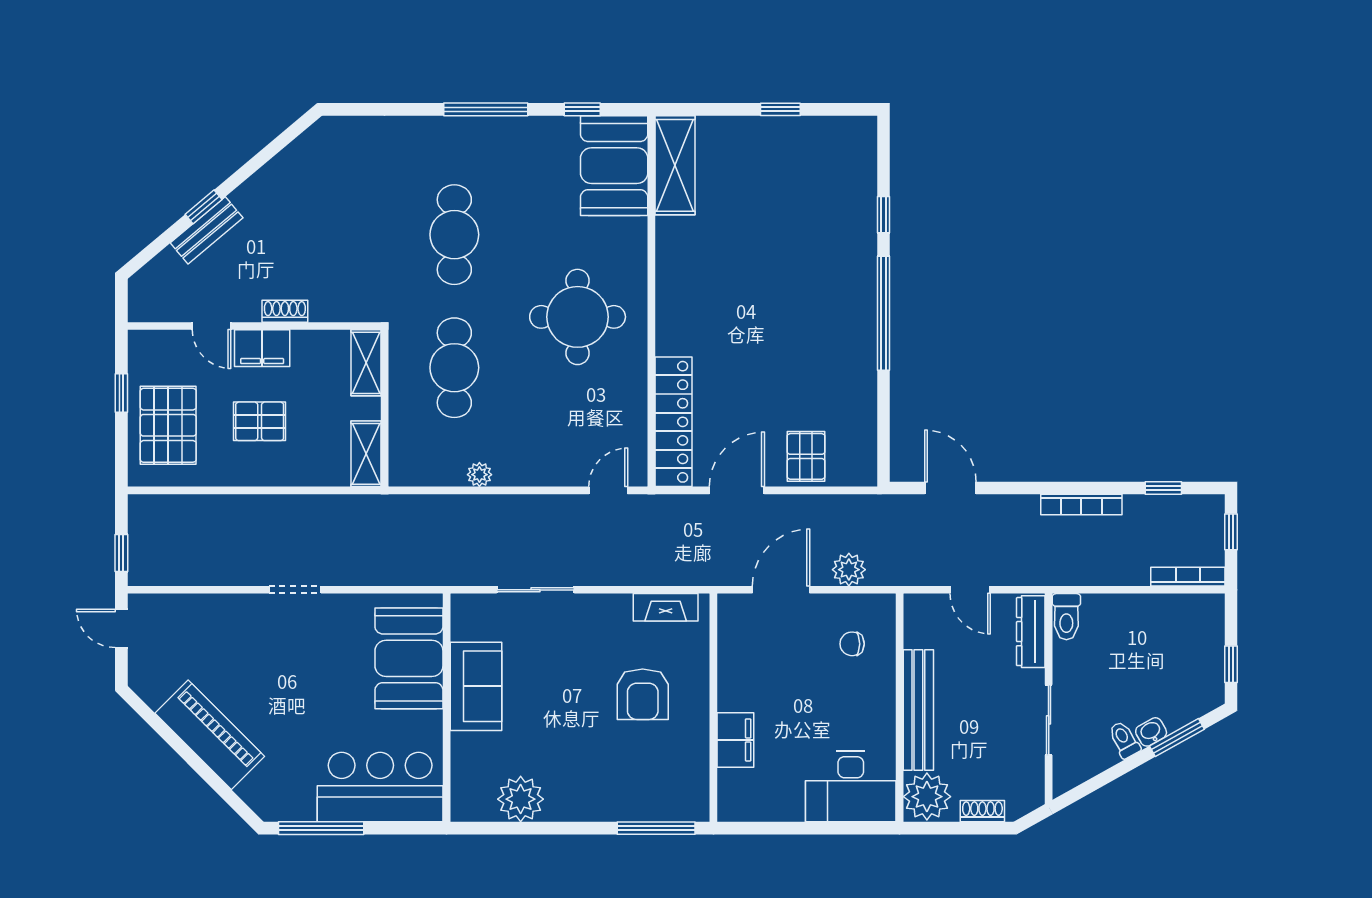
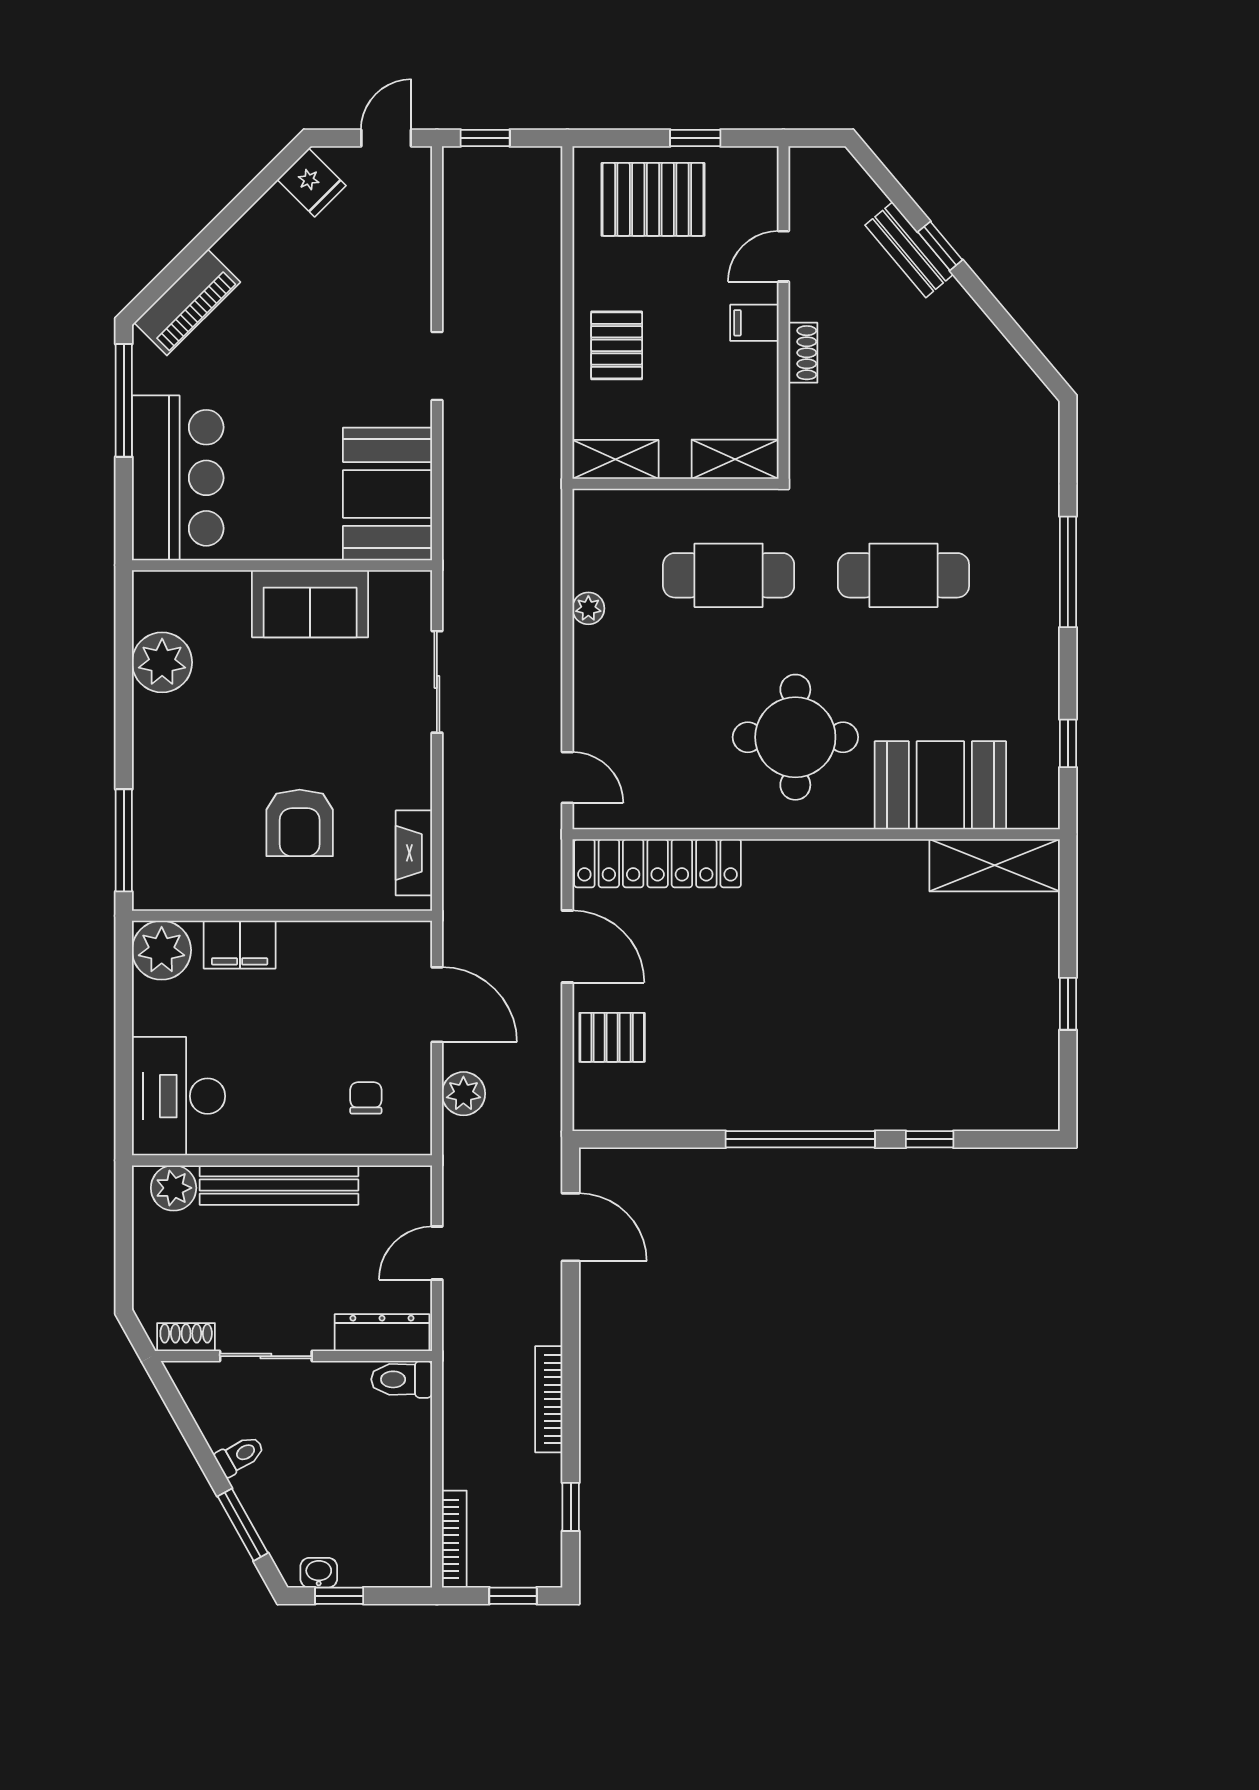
window: (486, 109) -> (1068, 572), moved
booth: (614, 166) -> (940, 785), moved
filing cabinet: (262, 348) -> (754, 323), width x0.50
pallet: (260, 421) -> (617, 345), moved
door: (950, 488) -> (571, 1227), hinge flipped
booth: (409, 658) -> (387, 494), moved, turned 90
fridge: (155, 685) -> (312, 183), added
armchair: (643, 694) -> (300, 823), turned -90
washbasin: (1151, 732) -> (319, 1573), moved, turned -61
piano: (210, 735) -> (187, 302), moved, width x0.73, depth x0.75
plant: (927, 797) -> (174, 1188), width x0.73, depth x0.73
plant: (740, 799) -> (162, 950), added
shoe rack: (982, 811) -> (186, 1337), moved, turned -90

